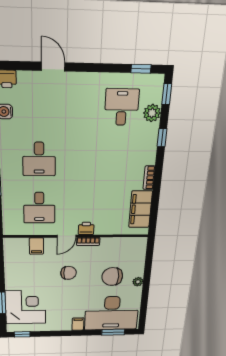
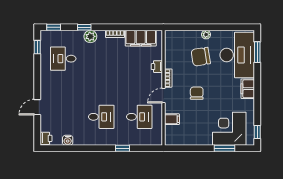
plant: (152, 113) -> (90, 36), moved
printer: (86, 228) -> (157, 67), moved
door: (66, 236) -> (163, 96), swing flipped
chair: (112, 277) -> (201, 57), turned 81
filing cabinet: (78, 324) -> (248, 89), width x2.00

